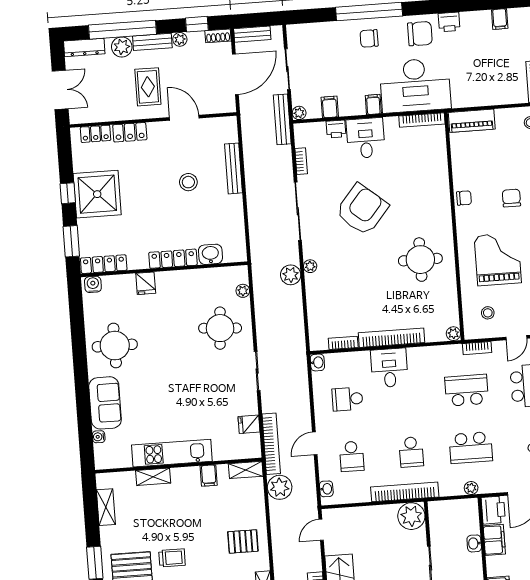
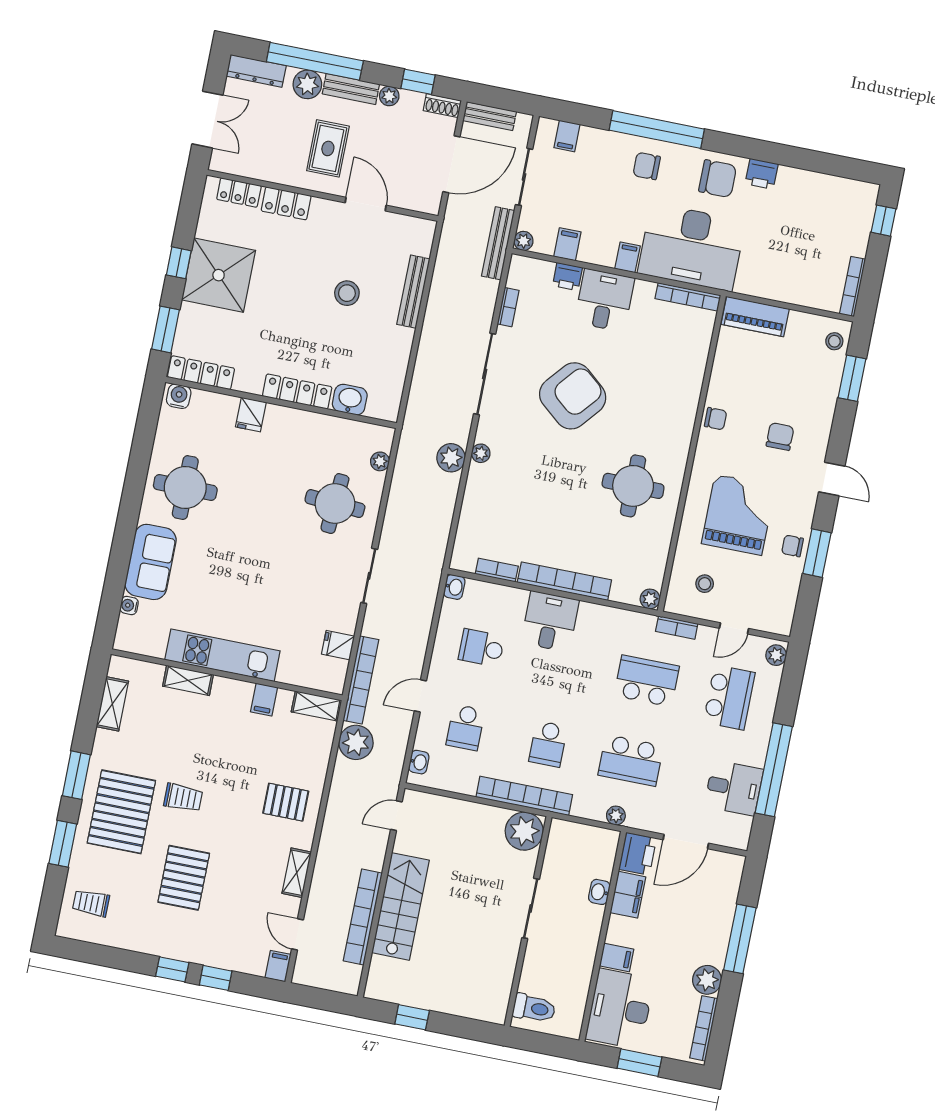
filing cabinet: (500, 19) -> (567, 136), moved

